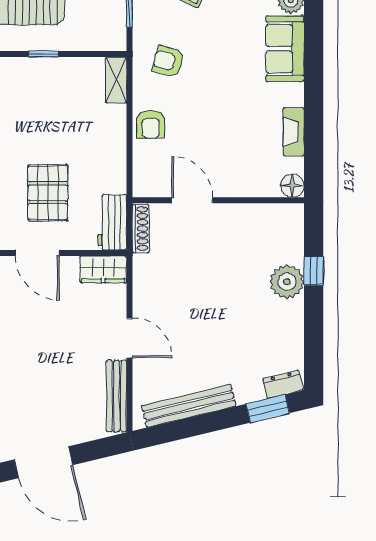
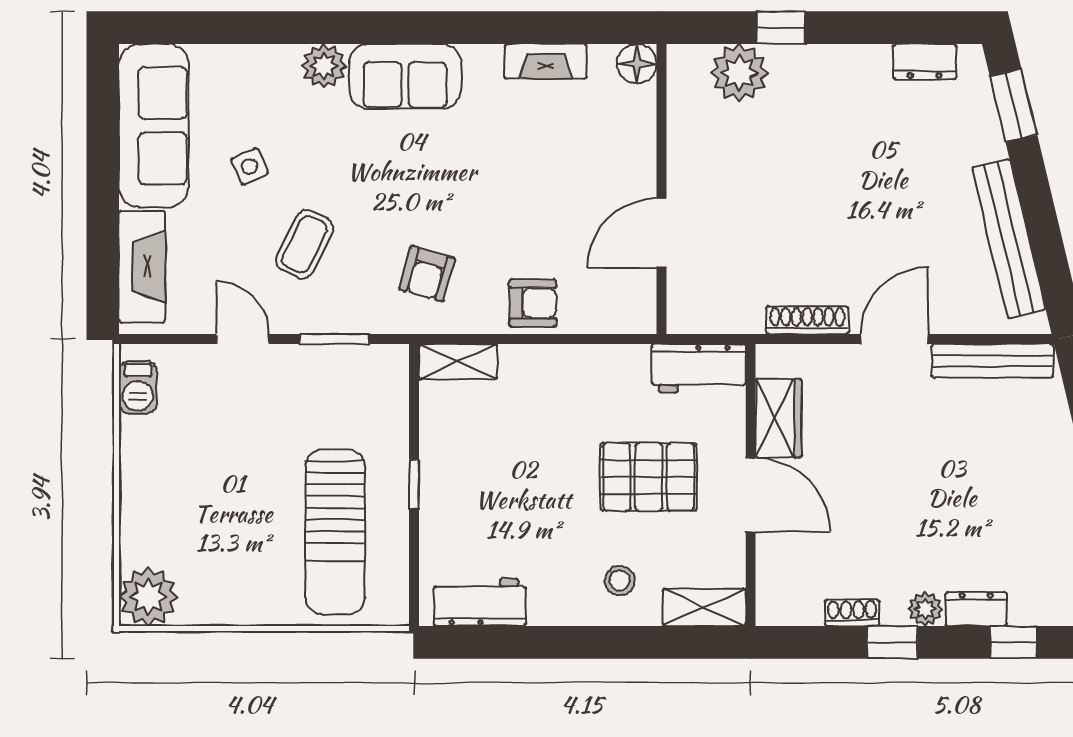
shoe rack: (141, 229) -> (807, 320), moved
door: (37, 253) -> (751, 495), hinge flipped
wardrobe: (103, 269) -> (778, 418), moved
plant: (287, 282) -> (739, 73), moved
dresser: (283, 384) -> (925, 62), moved, turned -77

